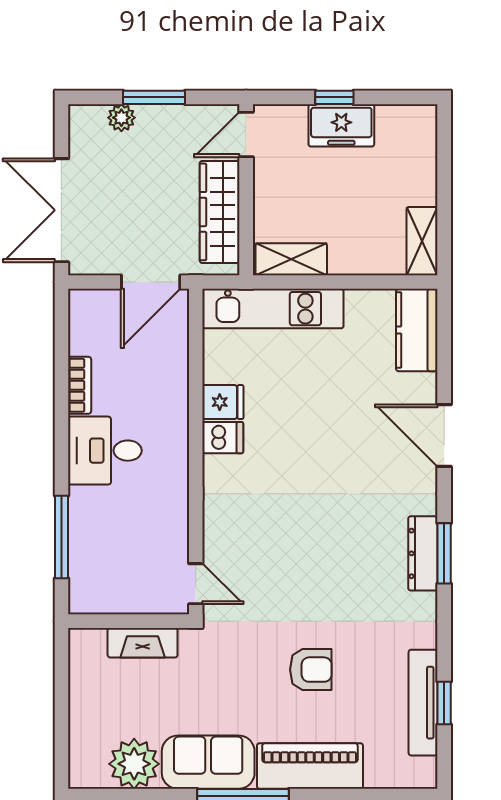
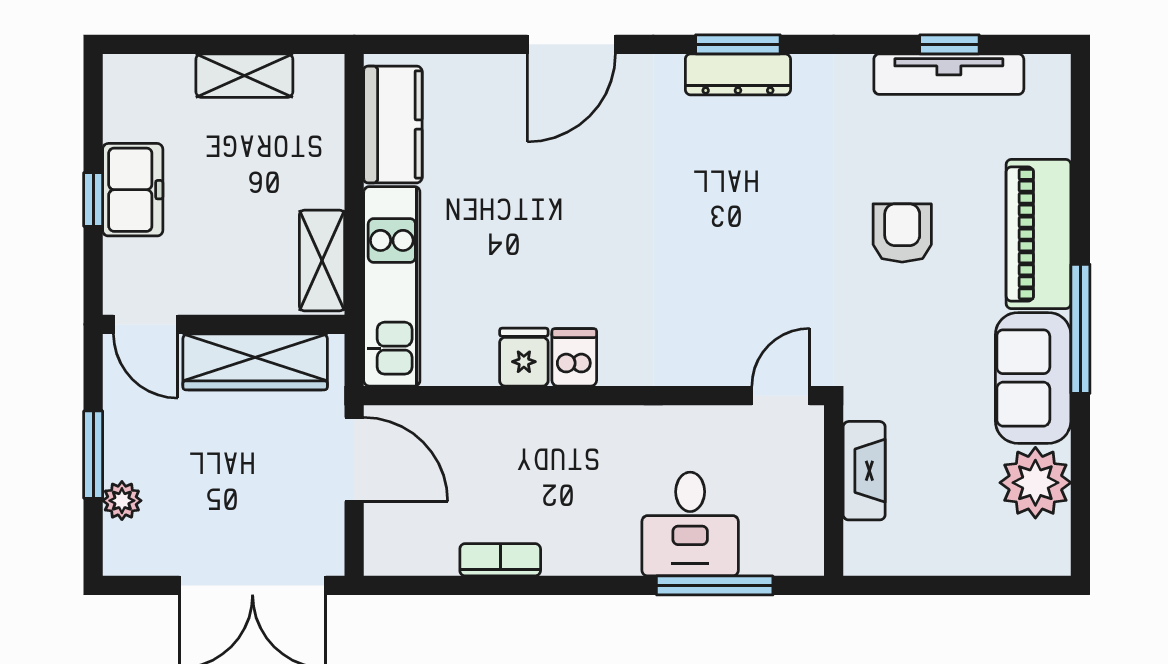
shelving: (422, 241) -> (244, 76), moved
kitchen counter: (417, 330) -> (393, 124), moved, turned -90
desk: (105, 451) -> (690, 524), moved

